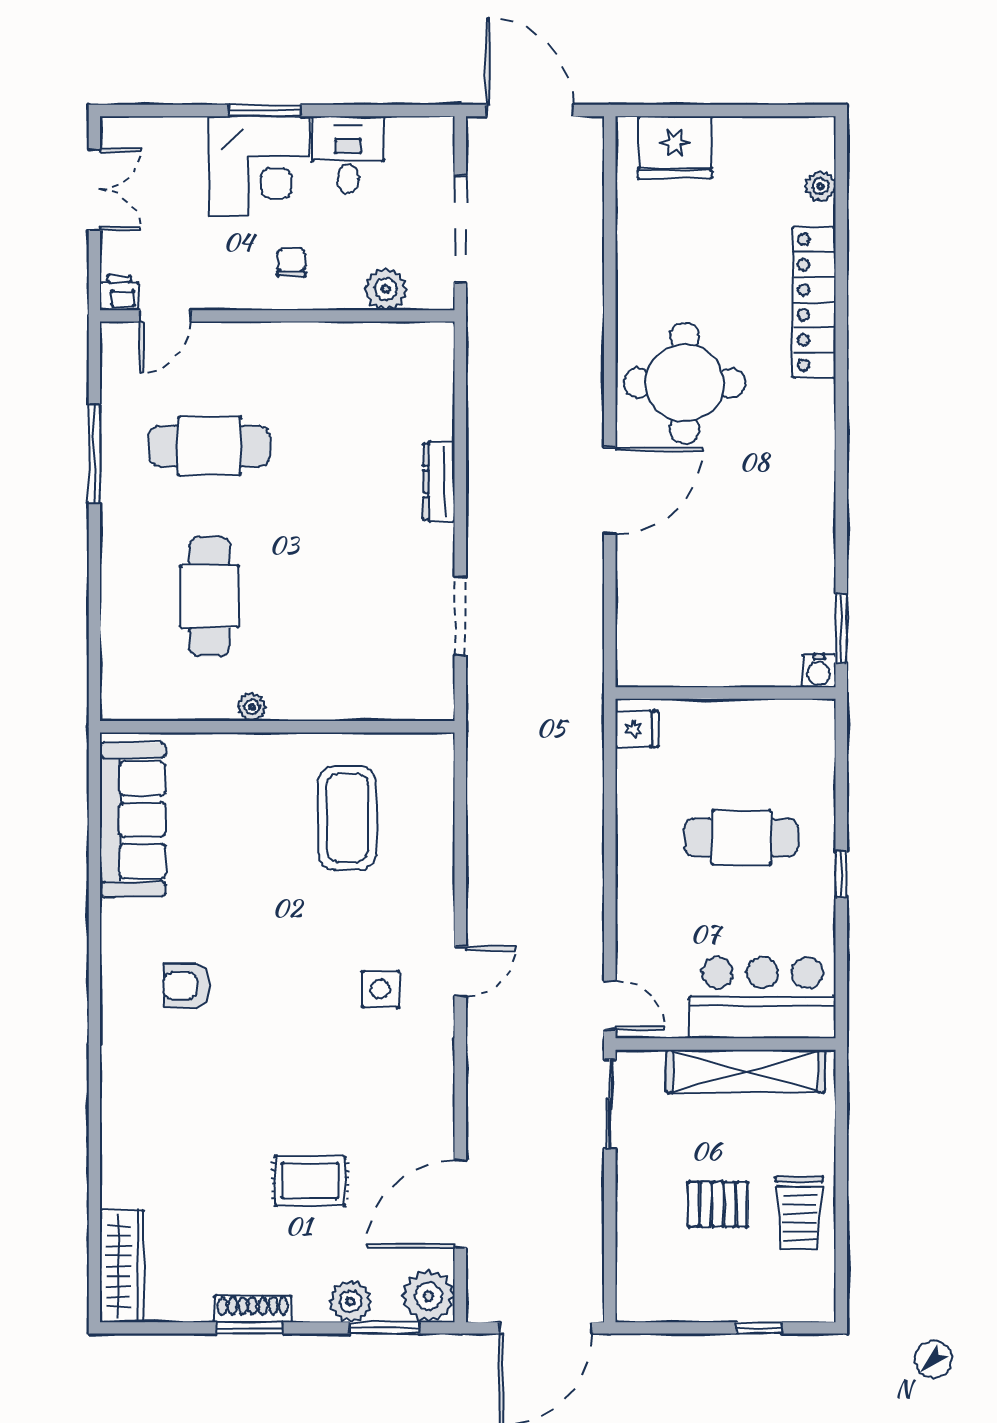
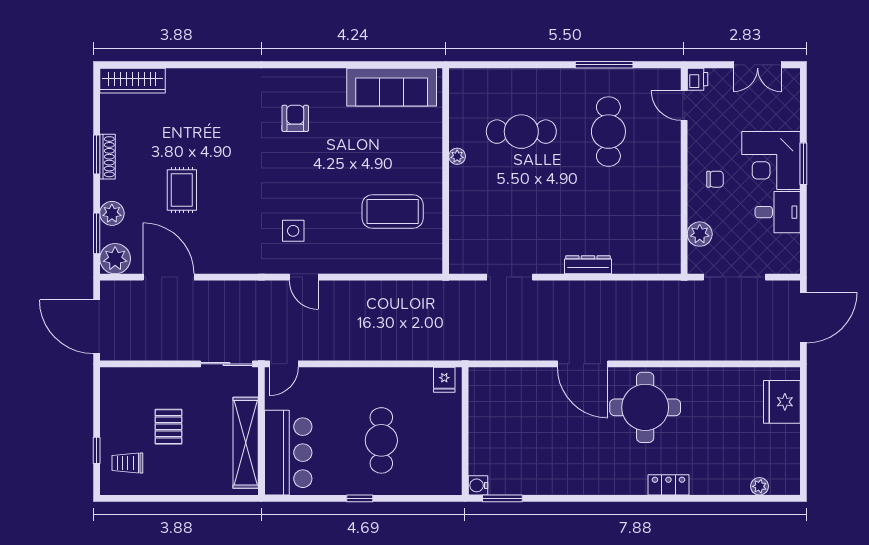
locker: (814, 302) -> (668, 485), width x0.46, depth x0.83
trolley: (799, 1213) -> (127, 463), moved, width x0.73, depth x0.72

